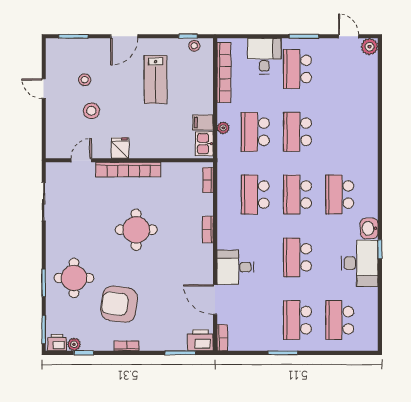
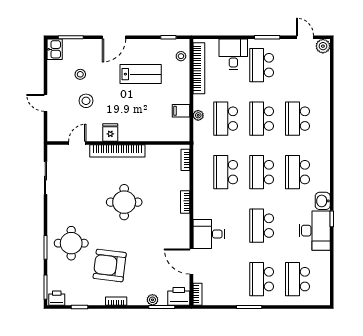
stool: (194, 46) -> (181, 56), moved
lab bench: (155, 79) -> (141, 74), turned -90
door: (44, 89) -> (45, 103), moved
school desk: (340, 132) -> (298, 119), added
kitchen sink: (204, 144) -> (55, 49), moved, turned 180
plant: (74, 344) -> (152, 300), moved

